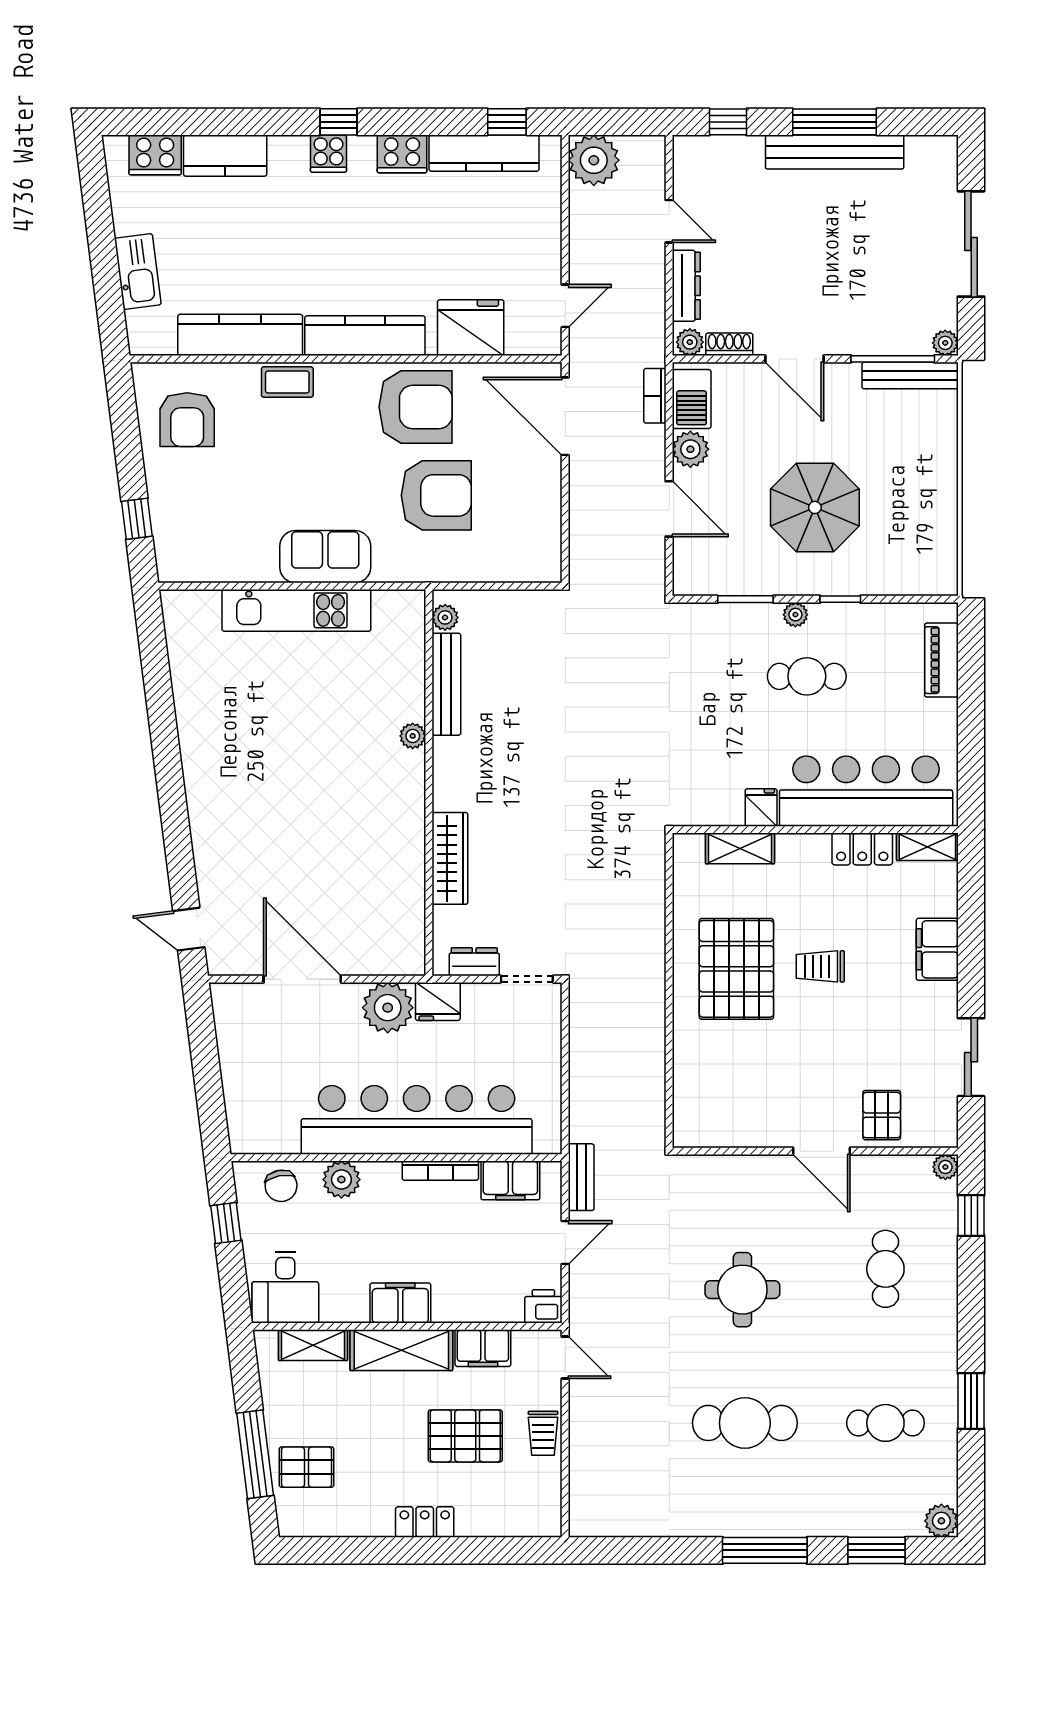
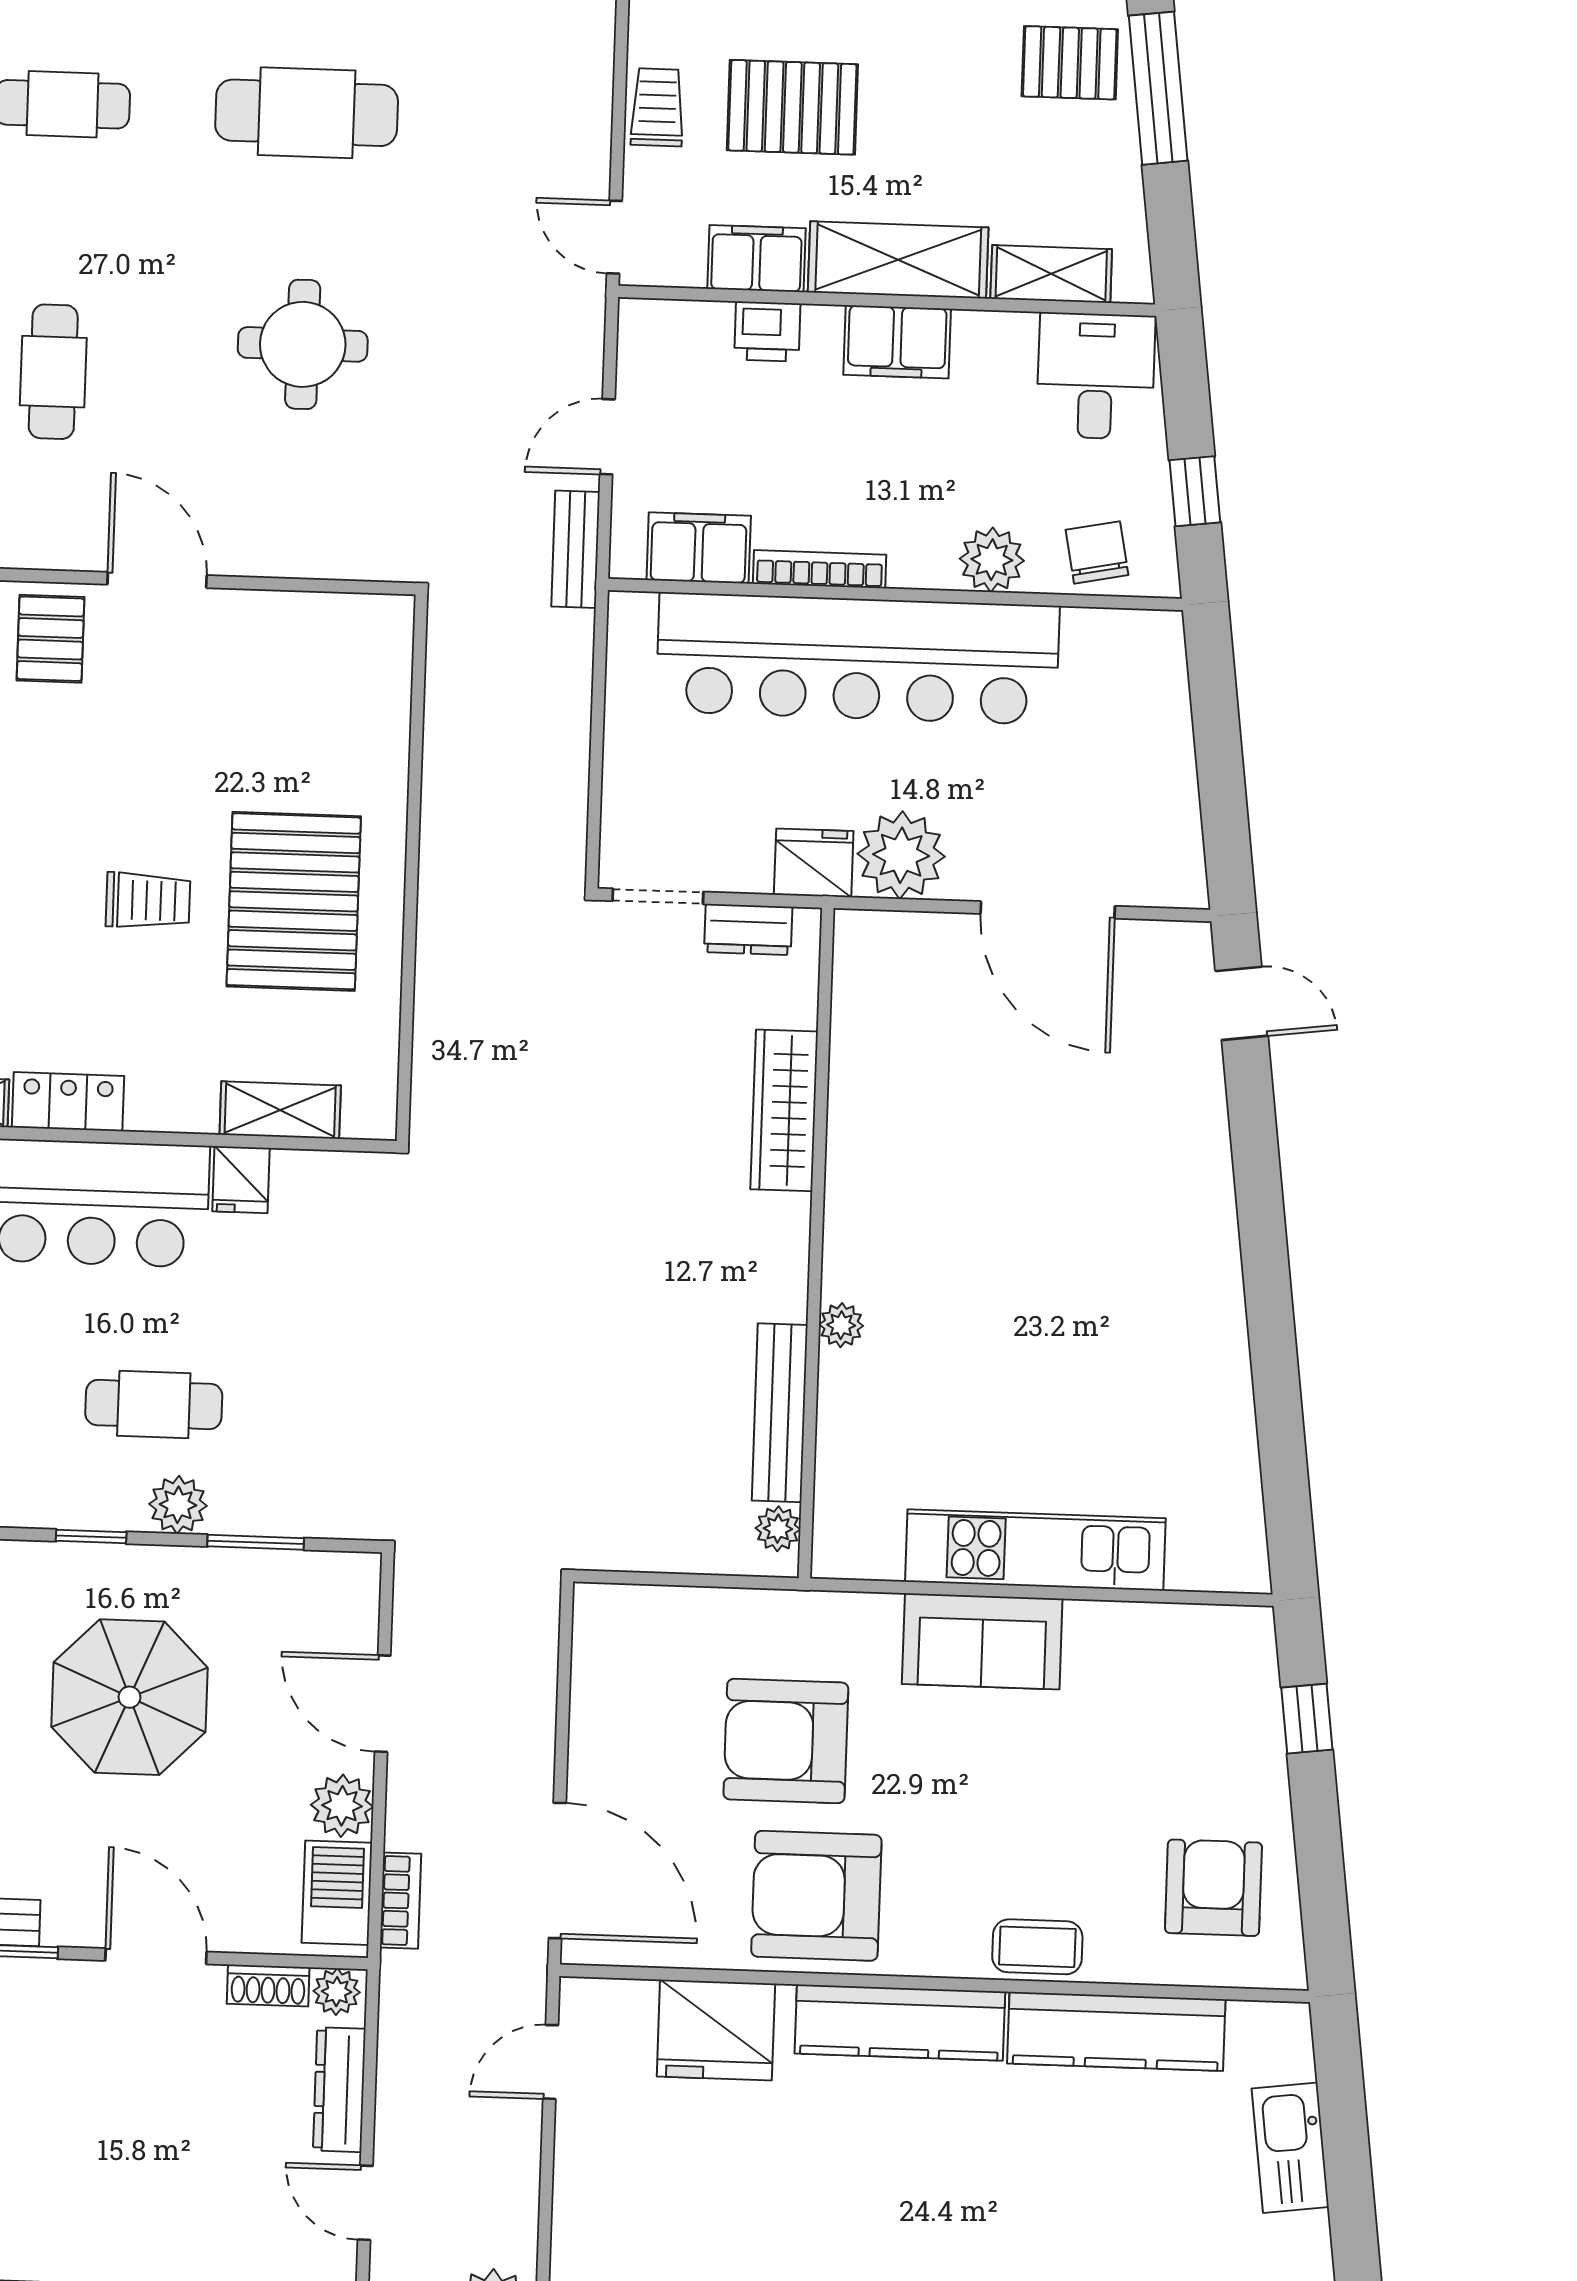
plant: (795, 615) -> (178, 1505), width x1.38, depth x1.38
printer: (543, 1306) -> (767, 331), moved

